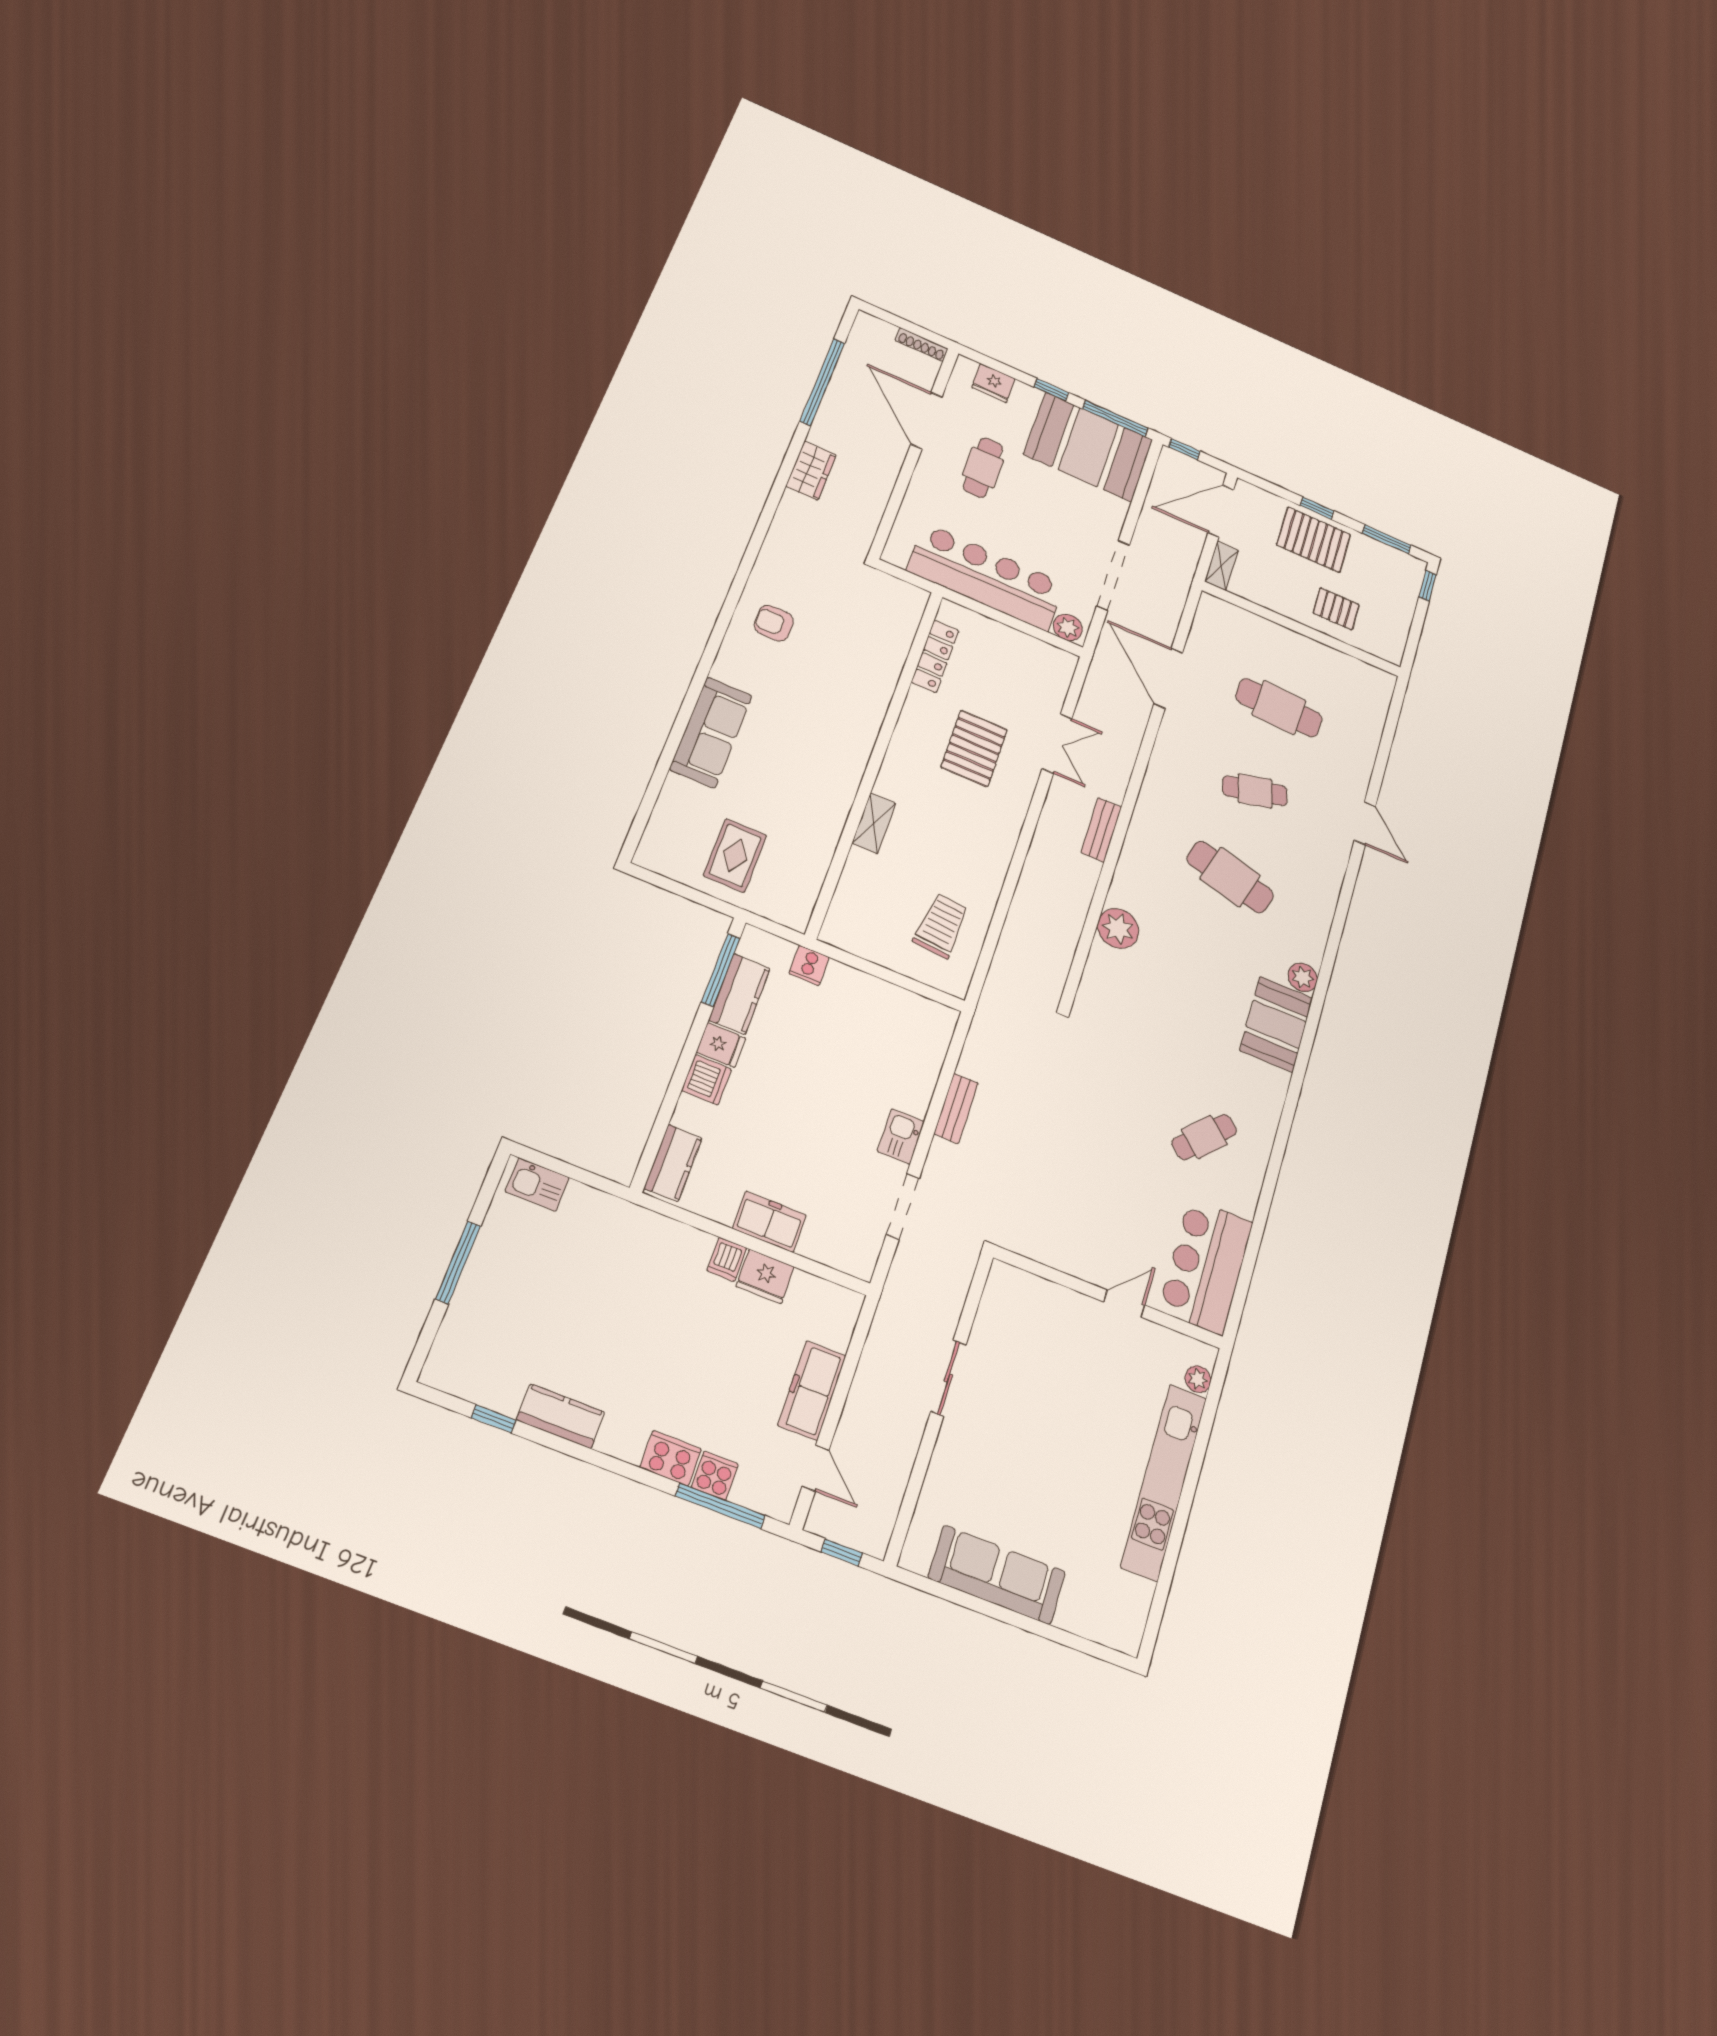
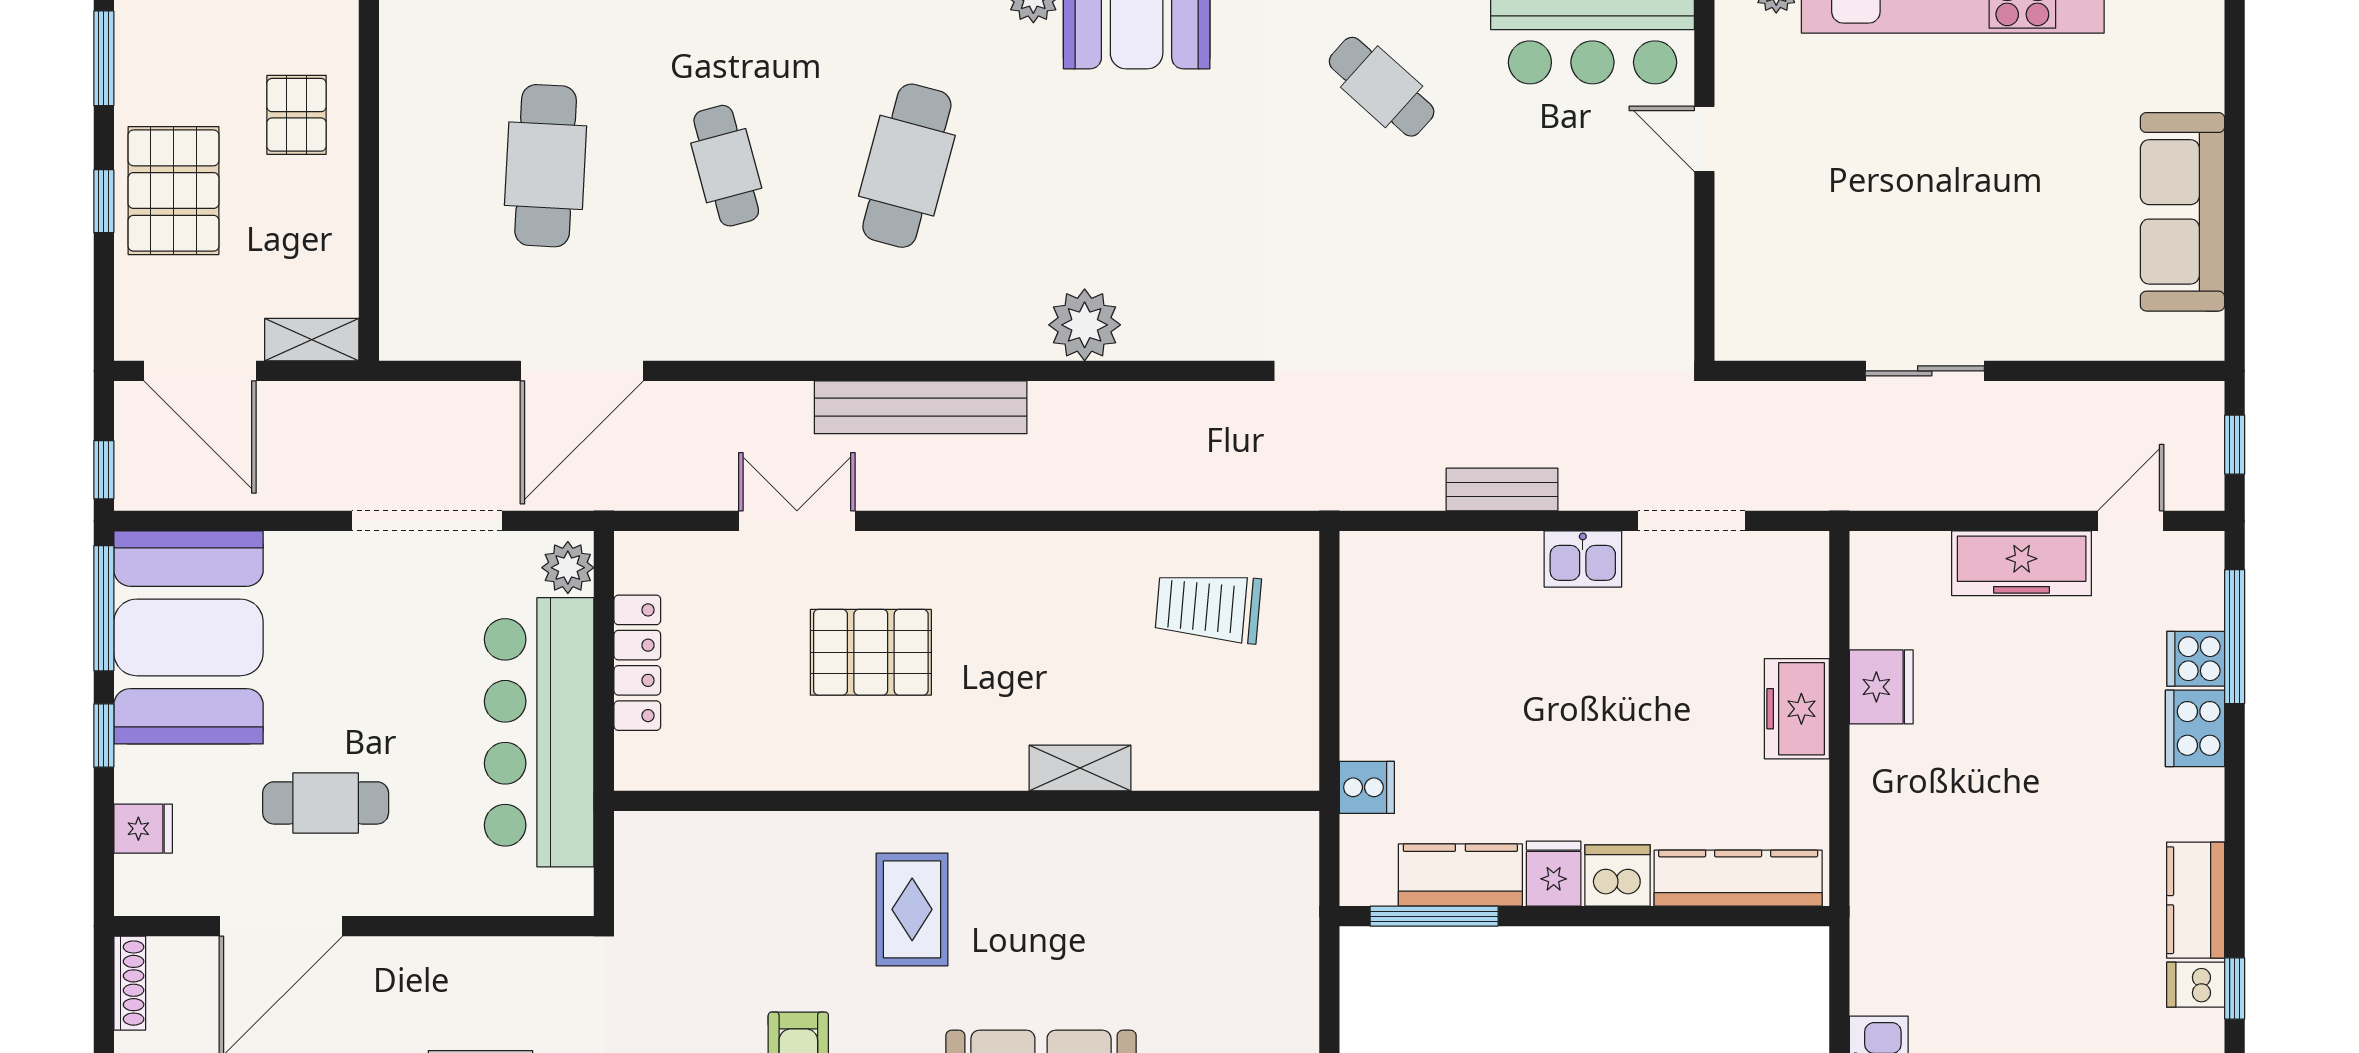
fridge: (993, 383) -> (143, 829), width x0.72
locker: (935, 656) -> (637, 663), moved, turned 90
bench: (1101, 830) -> (921, 407), width x1.86, depth x1.21
rug: (735, 855) -> (912, 909), moved, turned 90
kitchen counter: (673, 1163) -> (1738, 878), width x1.50
dishwasher: (727, 1259) -> (2196, 985), moved, turned 180

